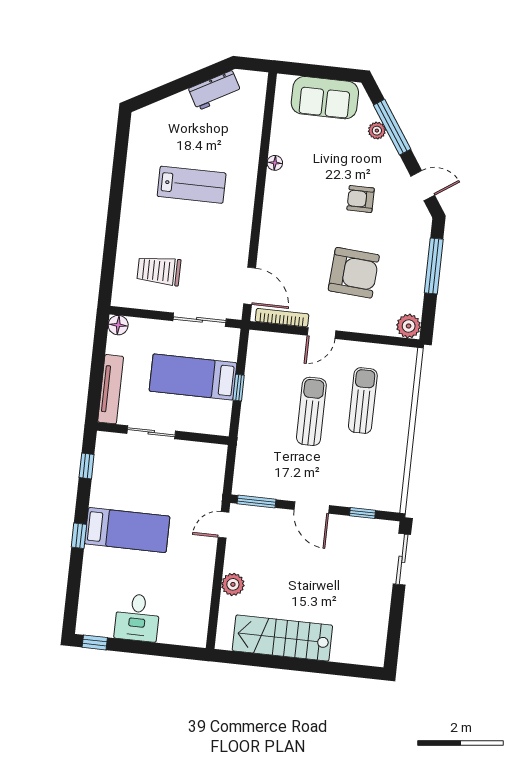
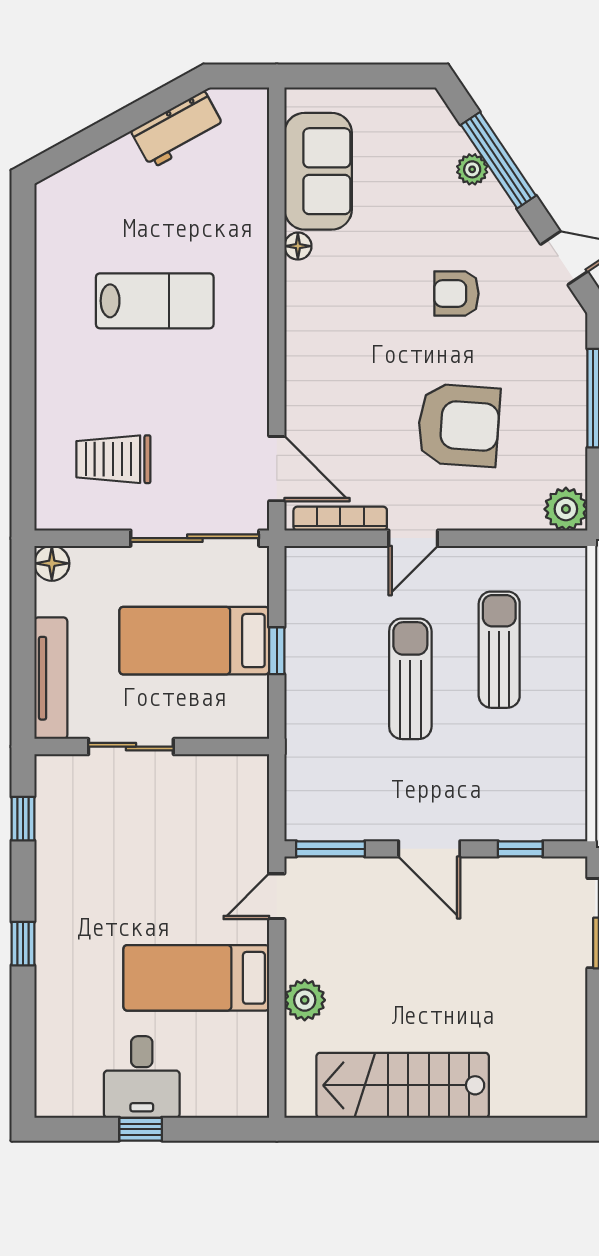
sofa: (325, 98) -> (318, 171), moved, turned -90
sliding door: (200, 320) -> (195, 538), width x1.37
bed: (127, 530) -> (196, 978), moved, turned 180
window: (95, 642) -> (141, 1129), moved

